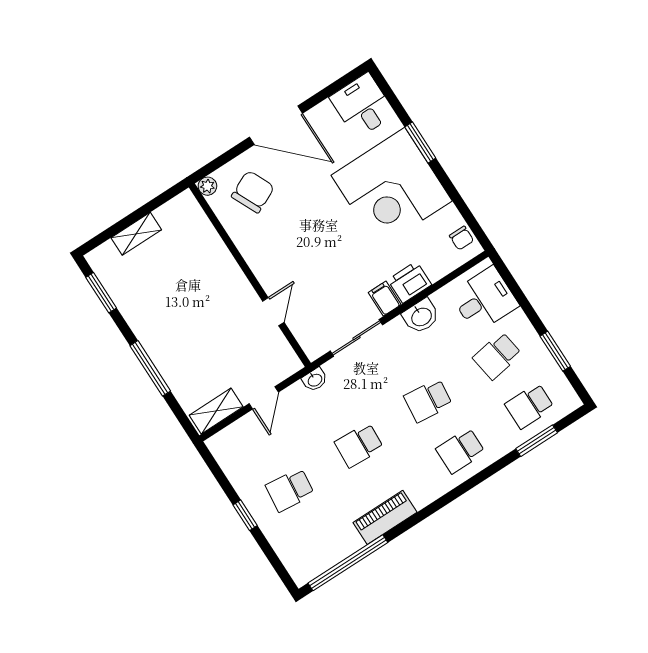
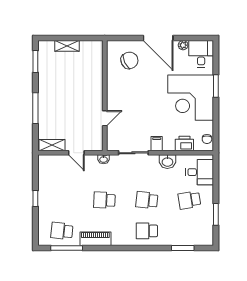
plant: (207, 186) -> (183, 45), moved
printer: (410, 282) -> (184, 144), moved
door: (264, 398) -> (76, 153), hinge flipped
school desk: (529, 406) -> (189, 231), removed
school desk: (290, 490) -> (62, 231), moved
window: (348, 563) -> (67, 248), width x0.68

